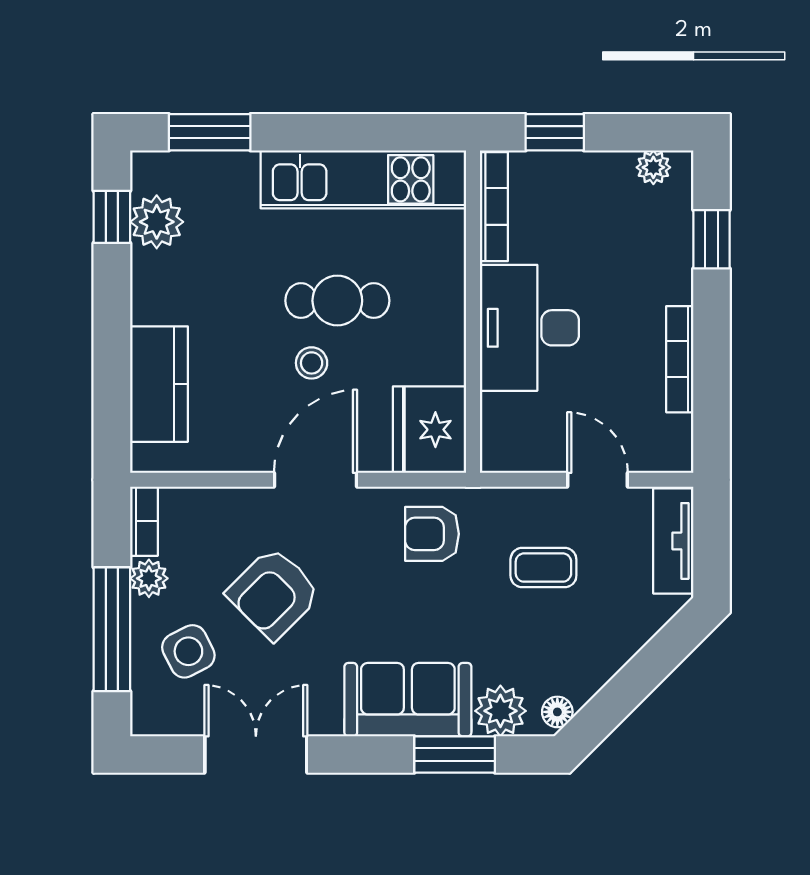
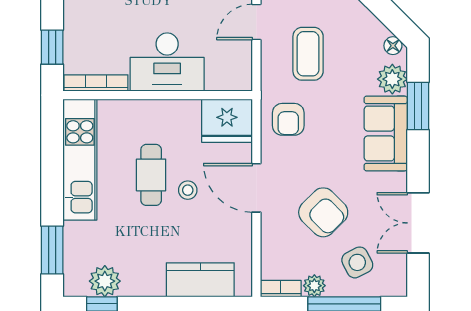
coffee table: (543, 568) -> (308, 54), width x1.36, depth x1.30

